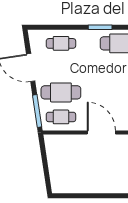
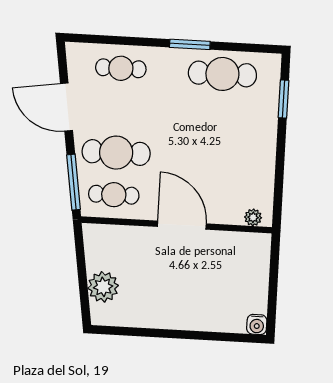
plant: (58, 171) -> (103, 287), added

